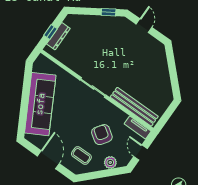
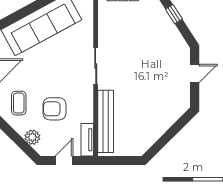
window: (109, 12) -> (174, 14), moved
armchair: (102, 135) -> (55, 109), turned -124

